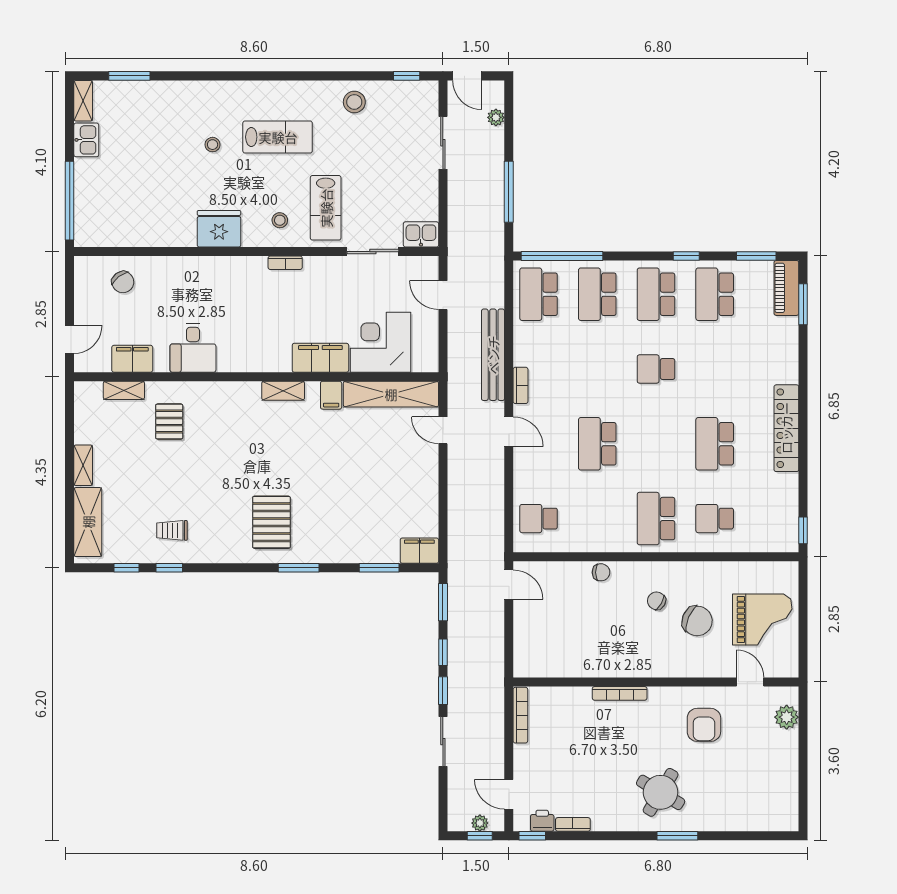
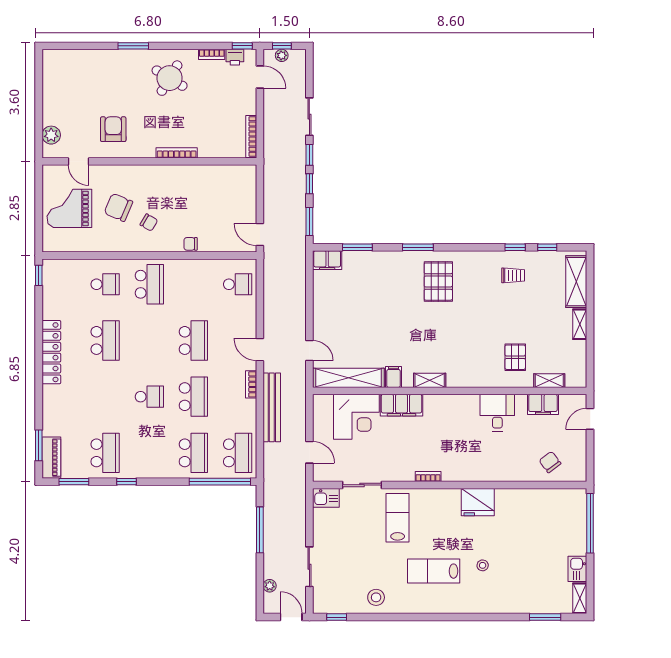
stool: (280, 220) -> (432, 509), removed
school desk: (656, 294) -> (193, 397), moved
round table: (661, 792) -> (170, 78), moved

